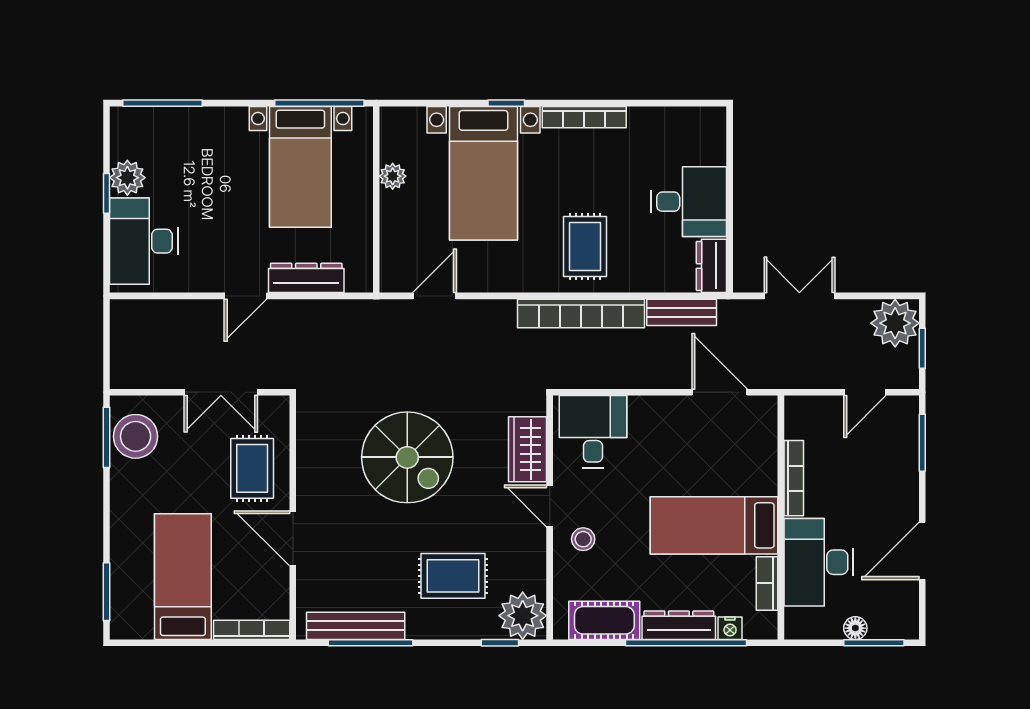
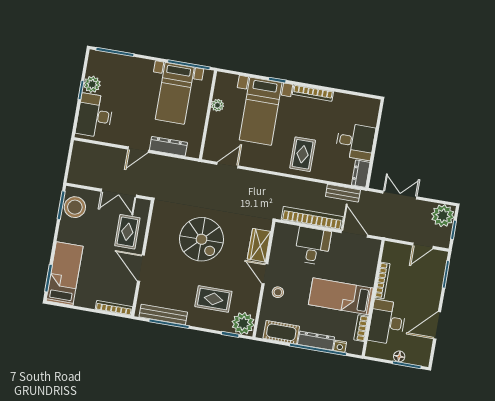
bookcase: (581, 313) -> (312, 218), moved, turned 180
desk: (593, 432) -> (313, 246), moved
bed: (183, 577) -> (65, 274), moved

